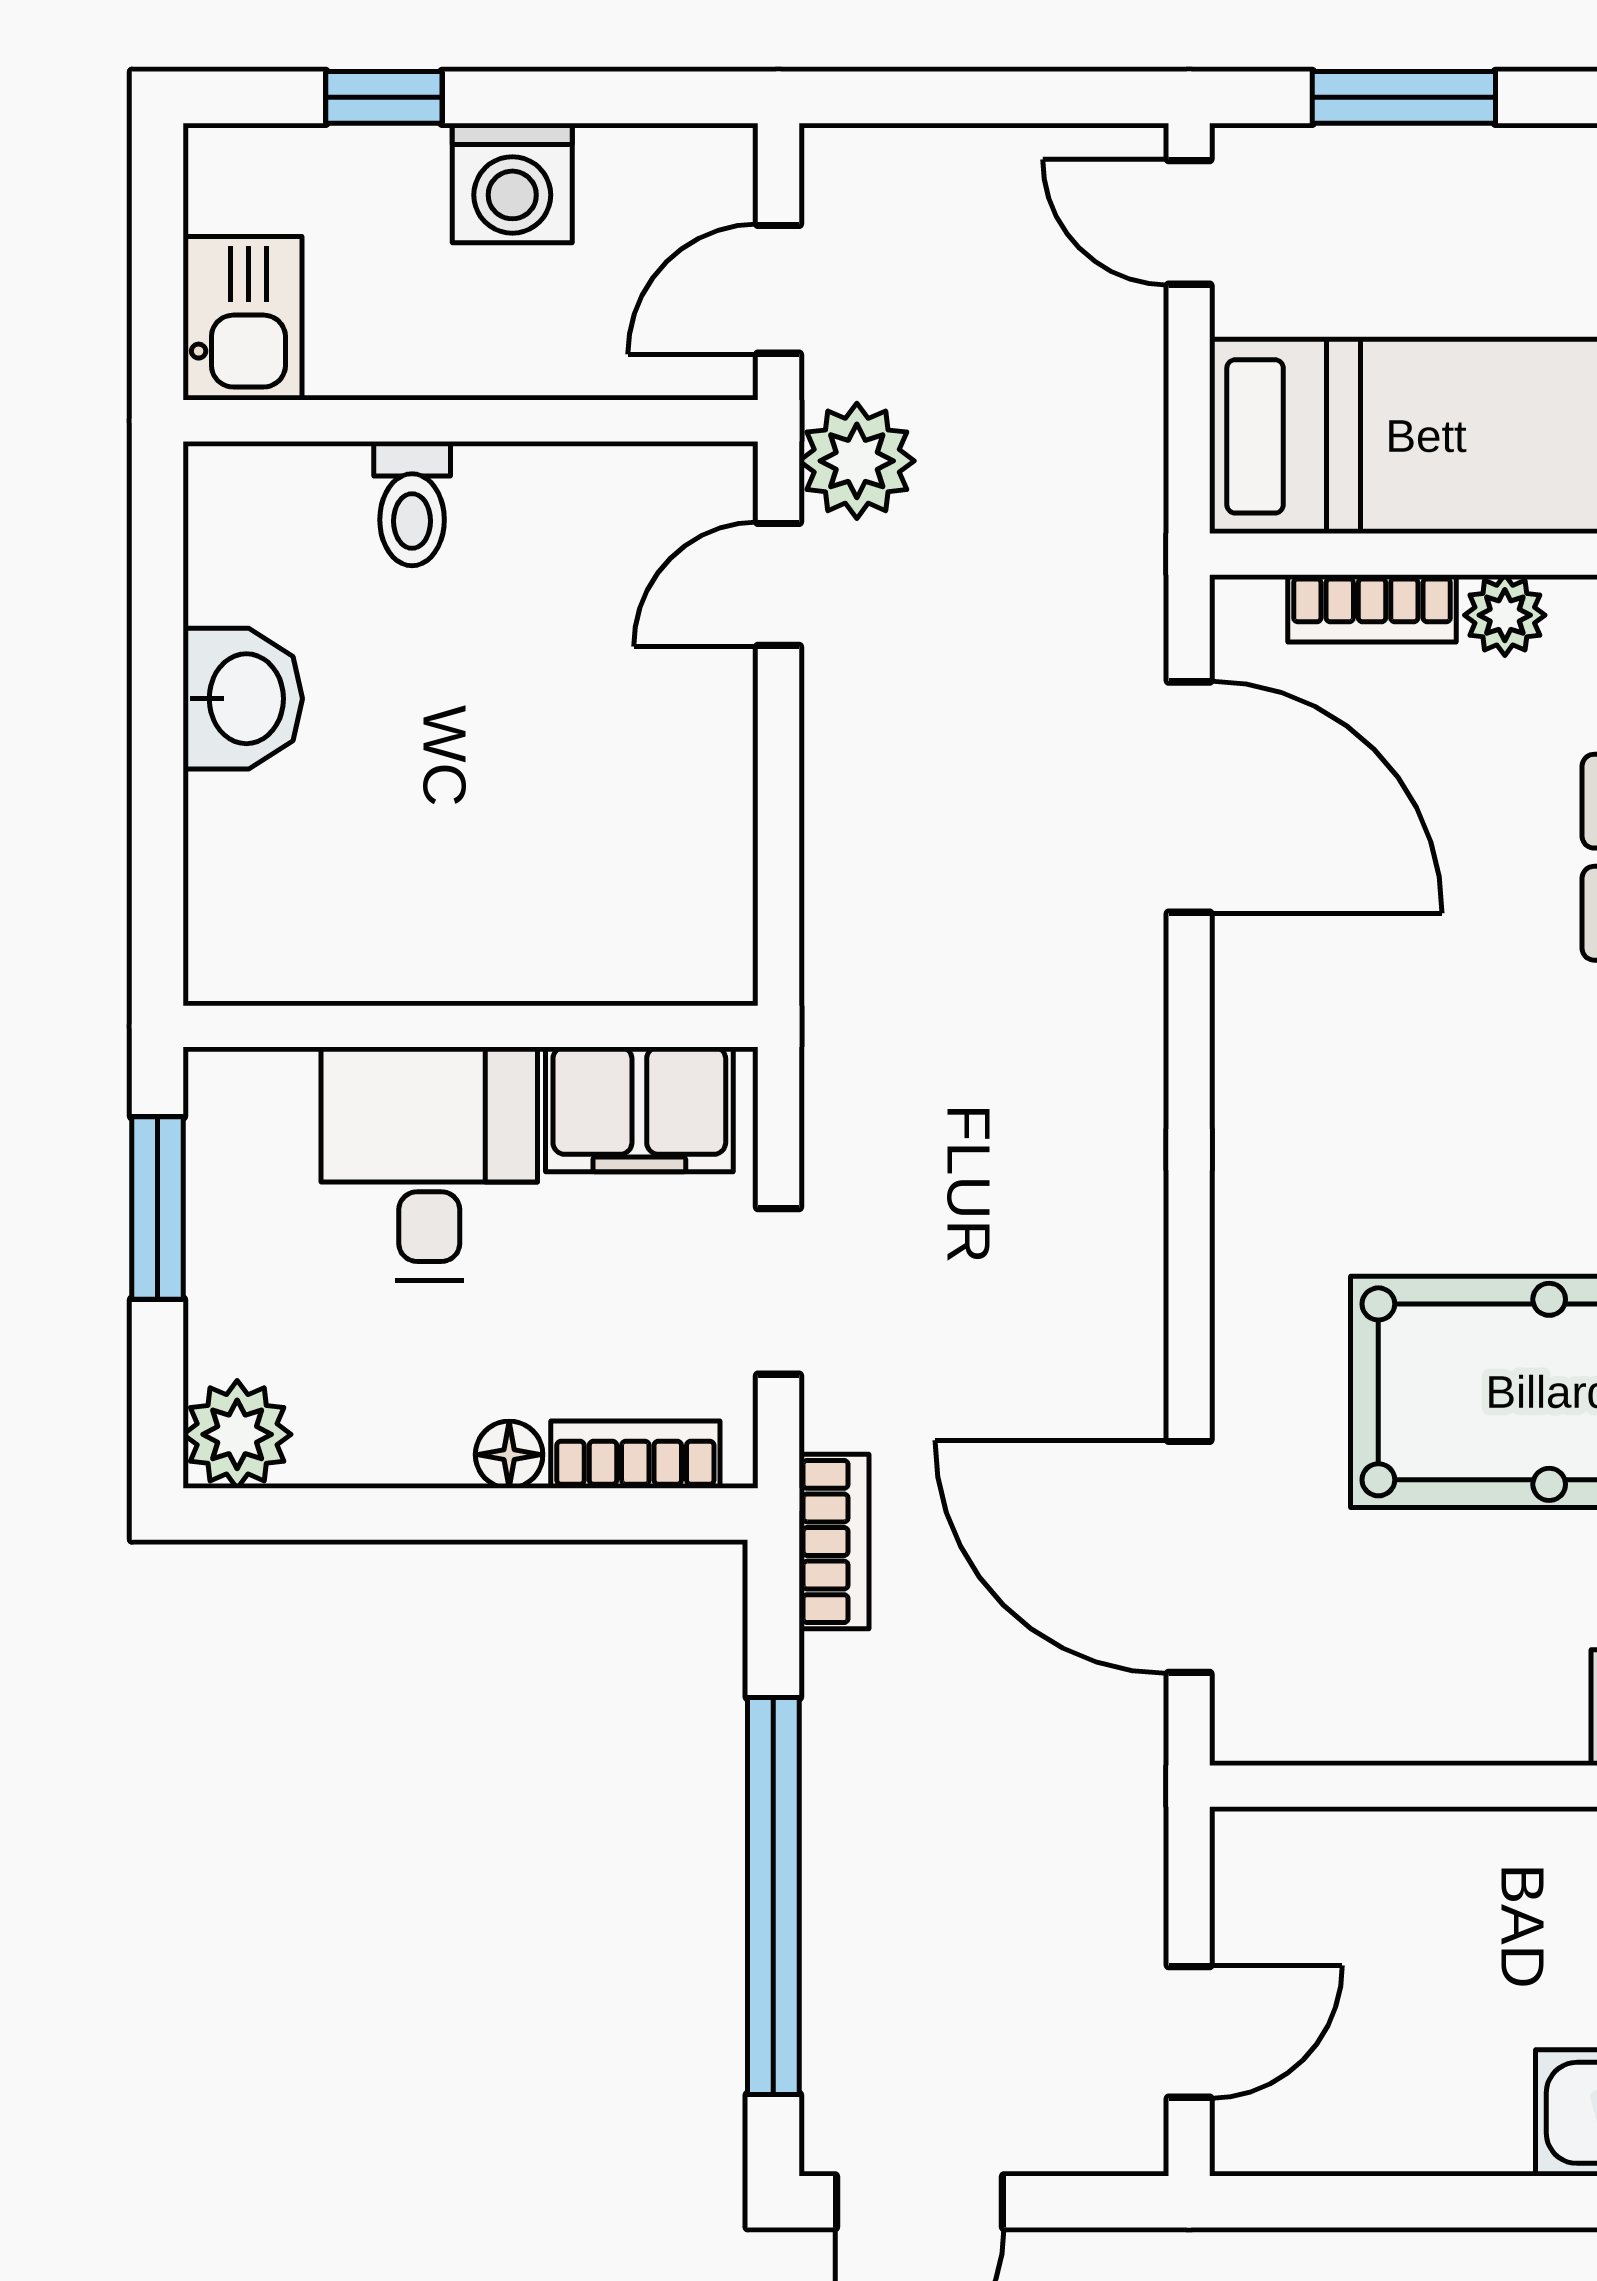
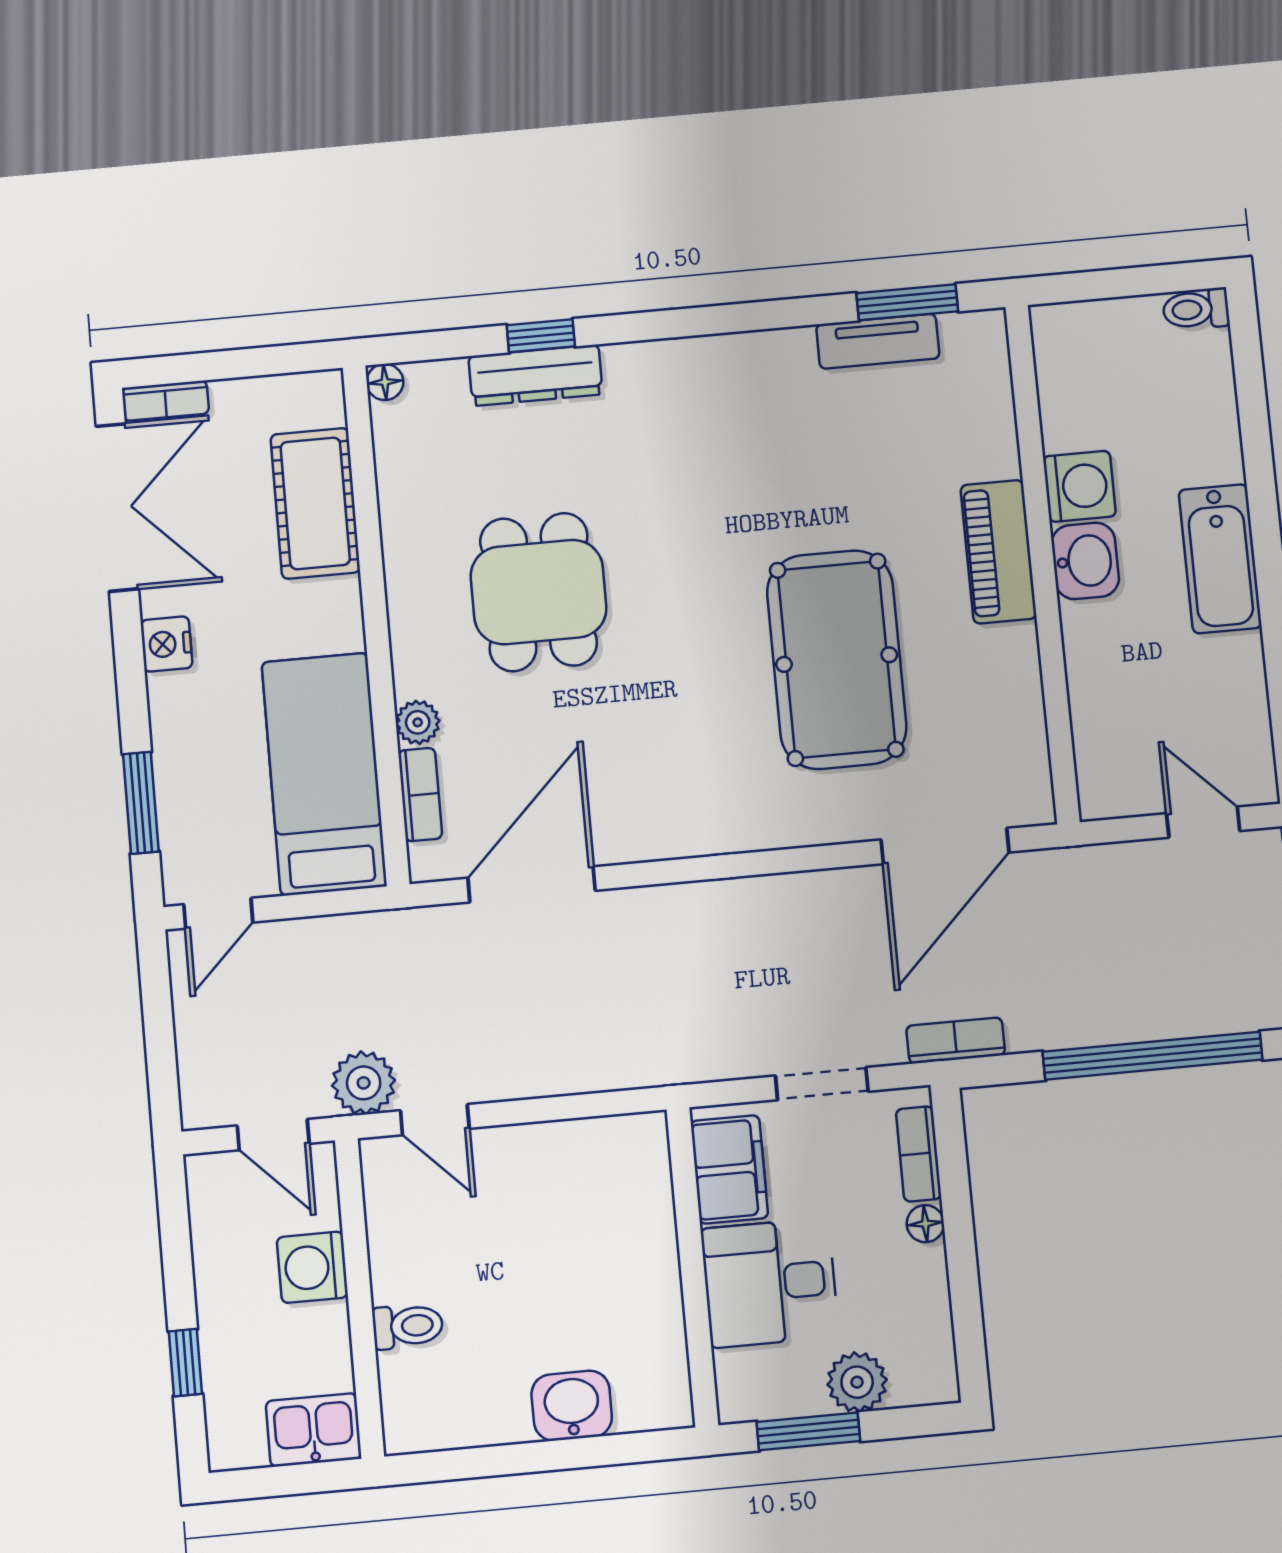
washing machine: (512, 183) -> (312, 1267), moved, turned 180
washbasin: (243, 699) -> (572, 1406), moved
plant: (237, 1434) -> (857, 1382), moved

